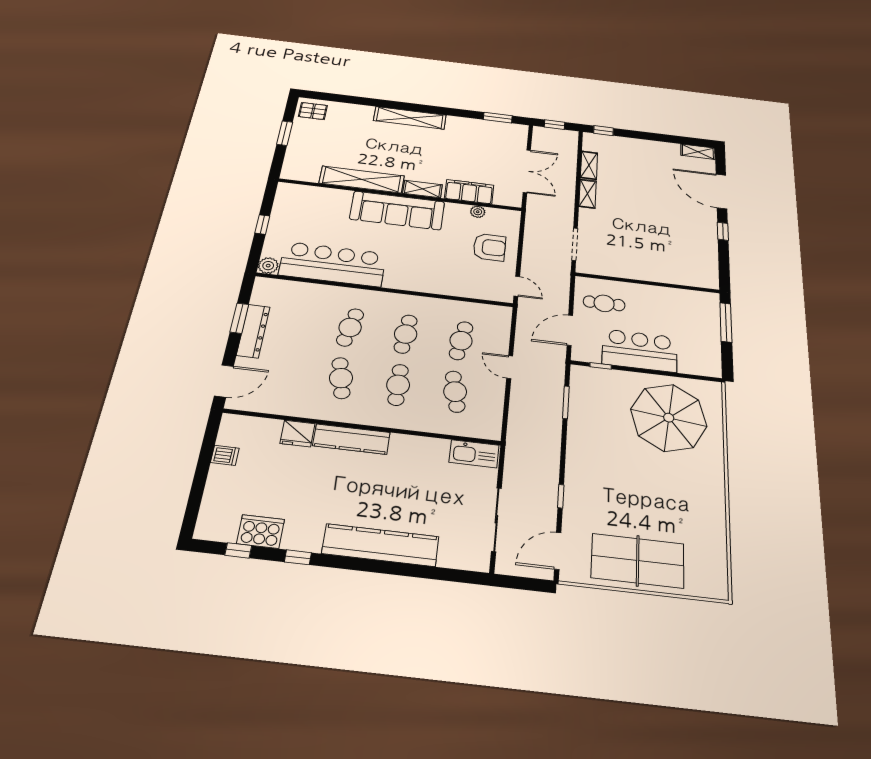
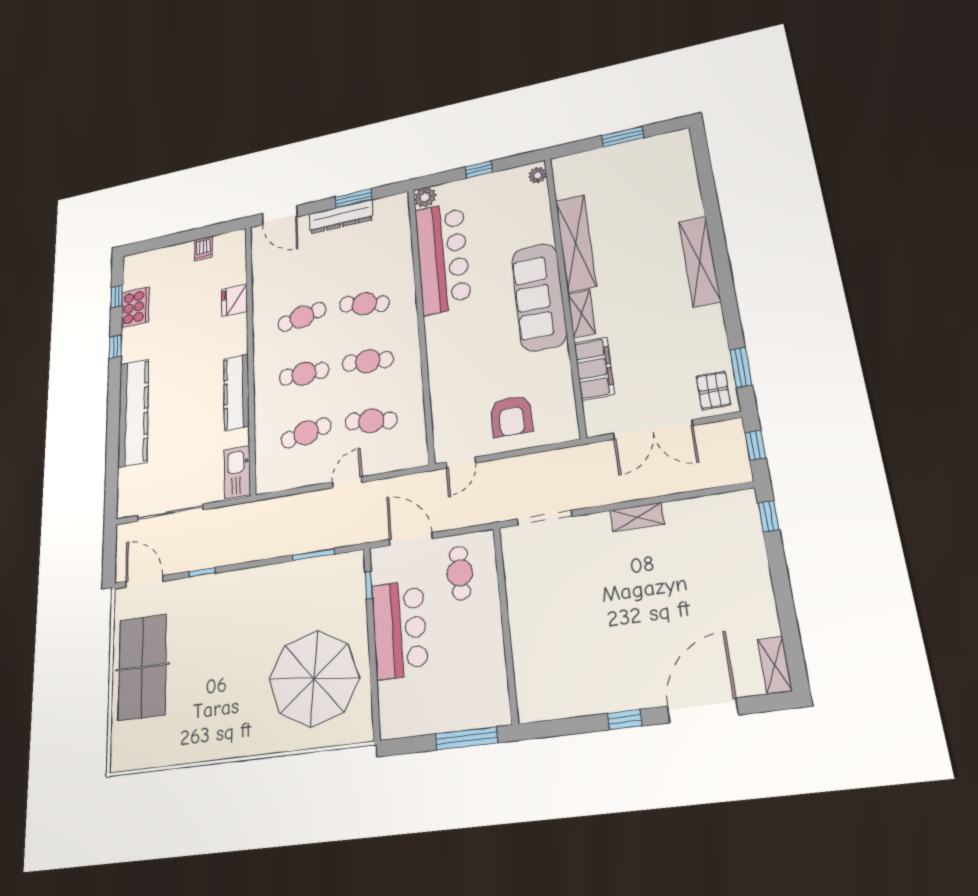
pallet: (313, 111) -> (713, 390), moved
shelving: (589, 165) -> (691, 509), removed
plant: (478, 212) -> (538, 175), moved
kitchen counter: (351, 439) -> (236, 392), moved

